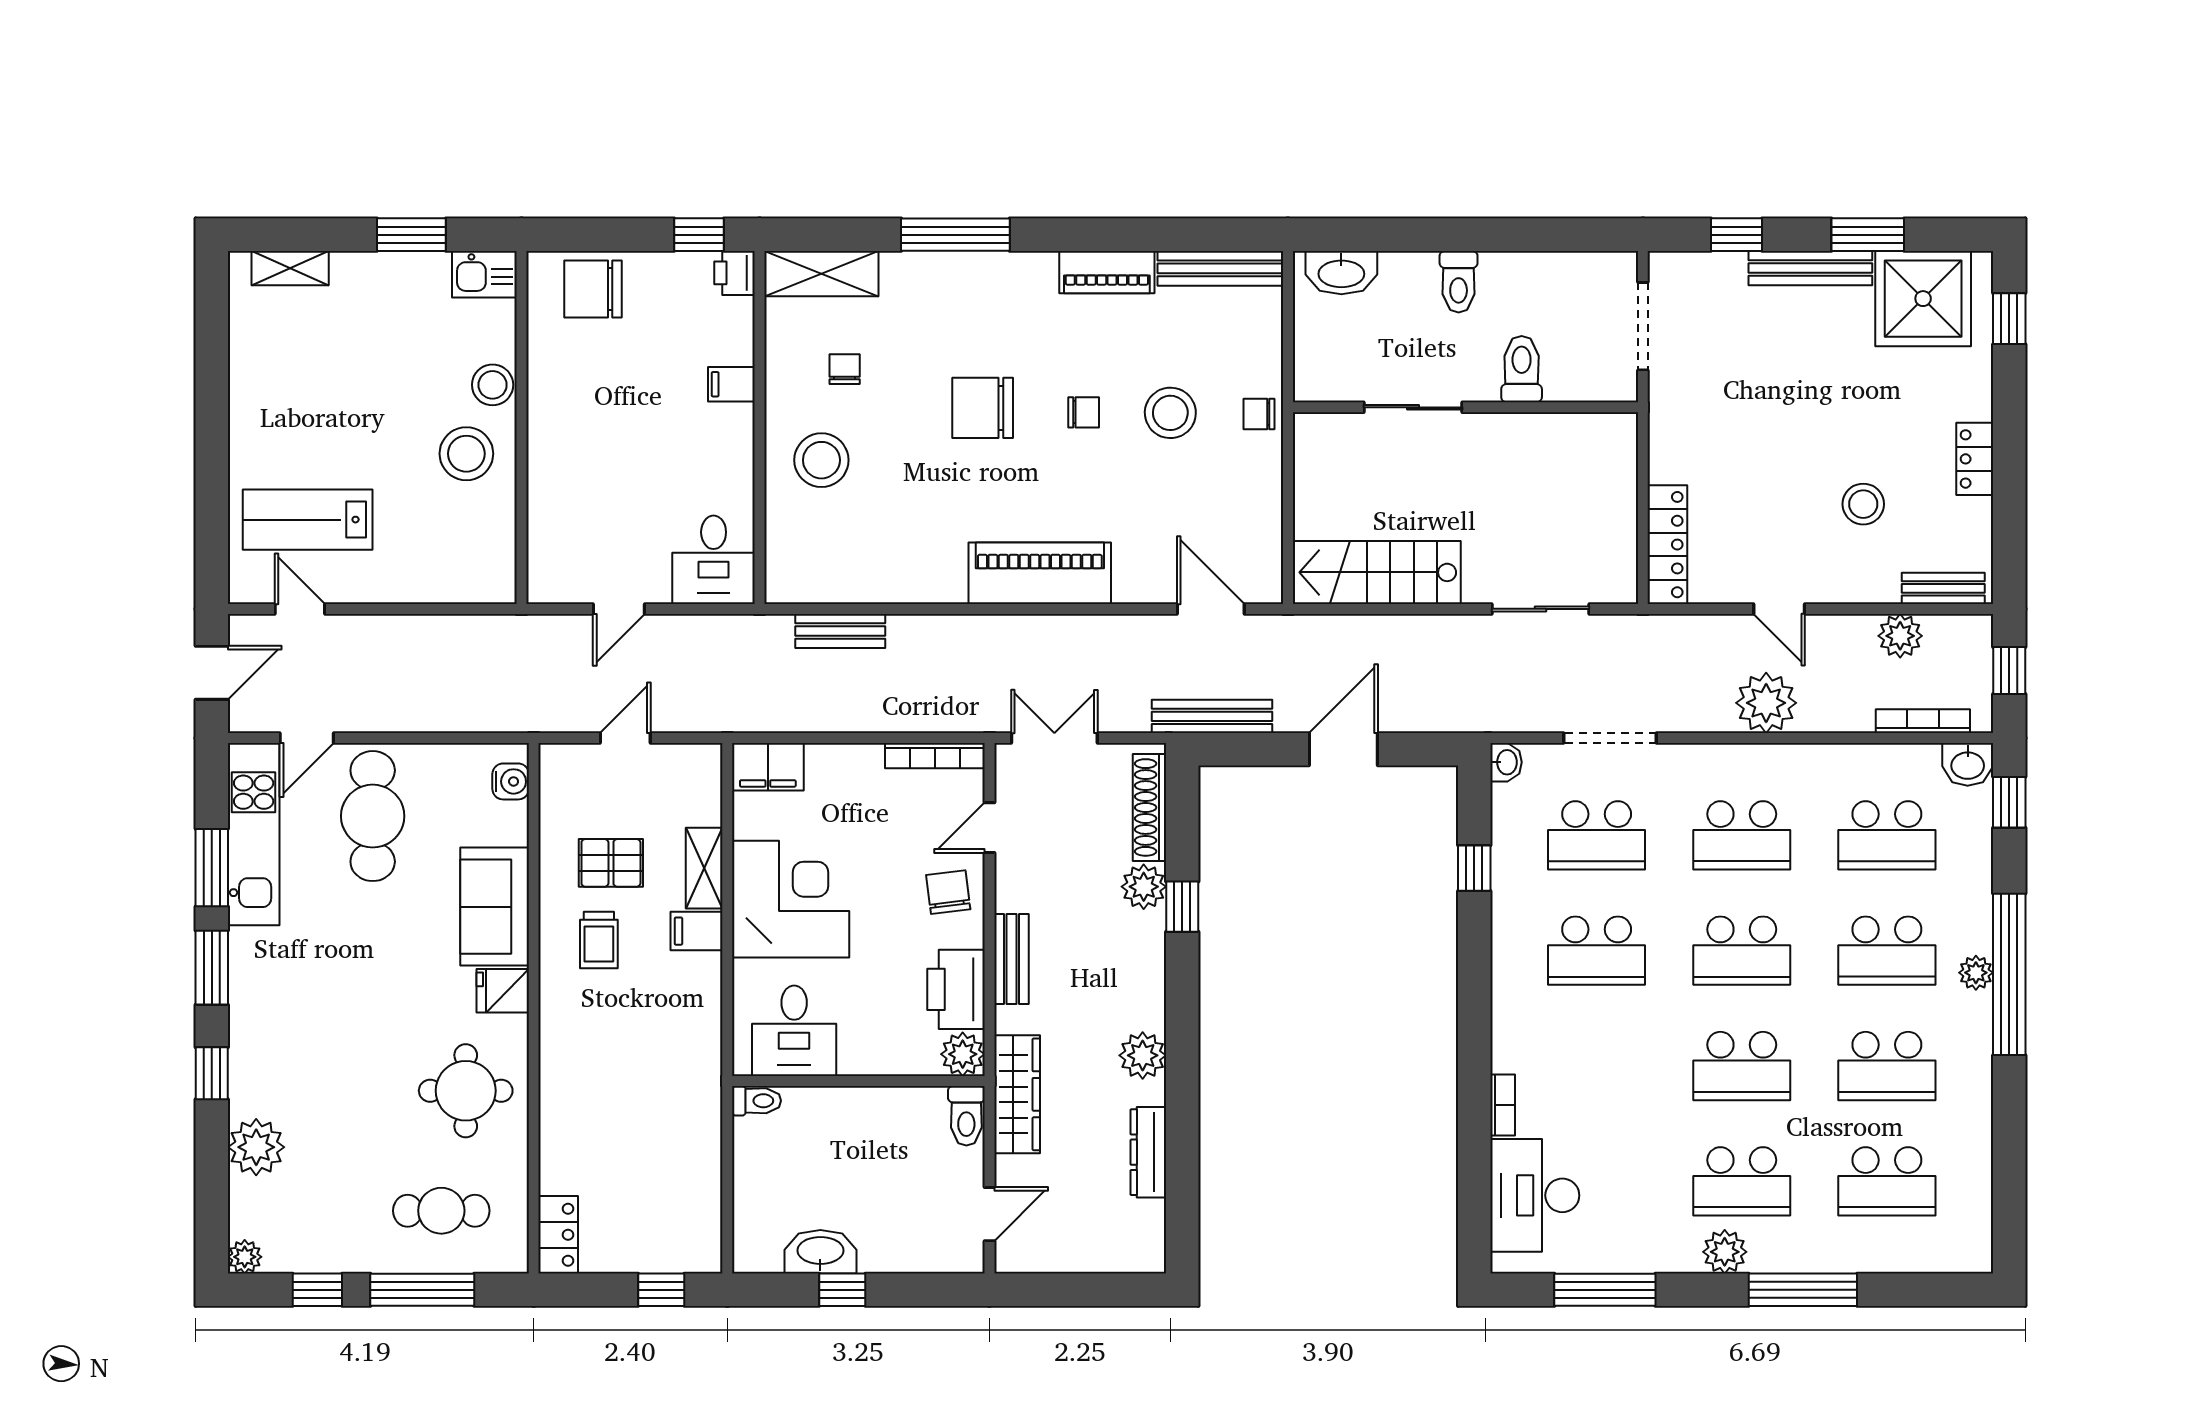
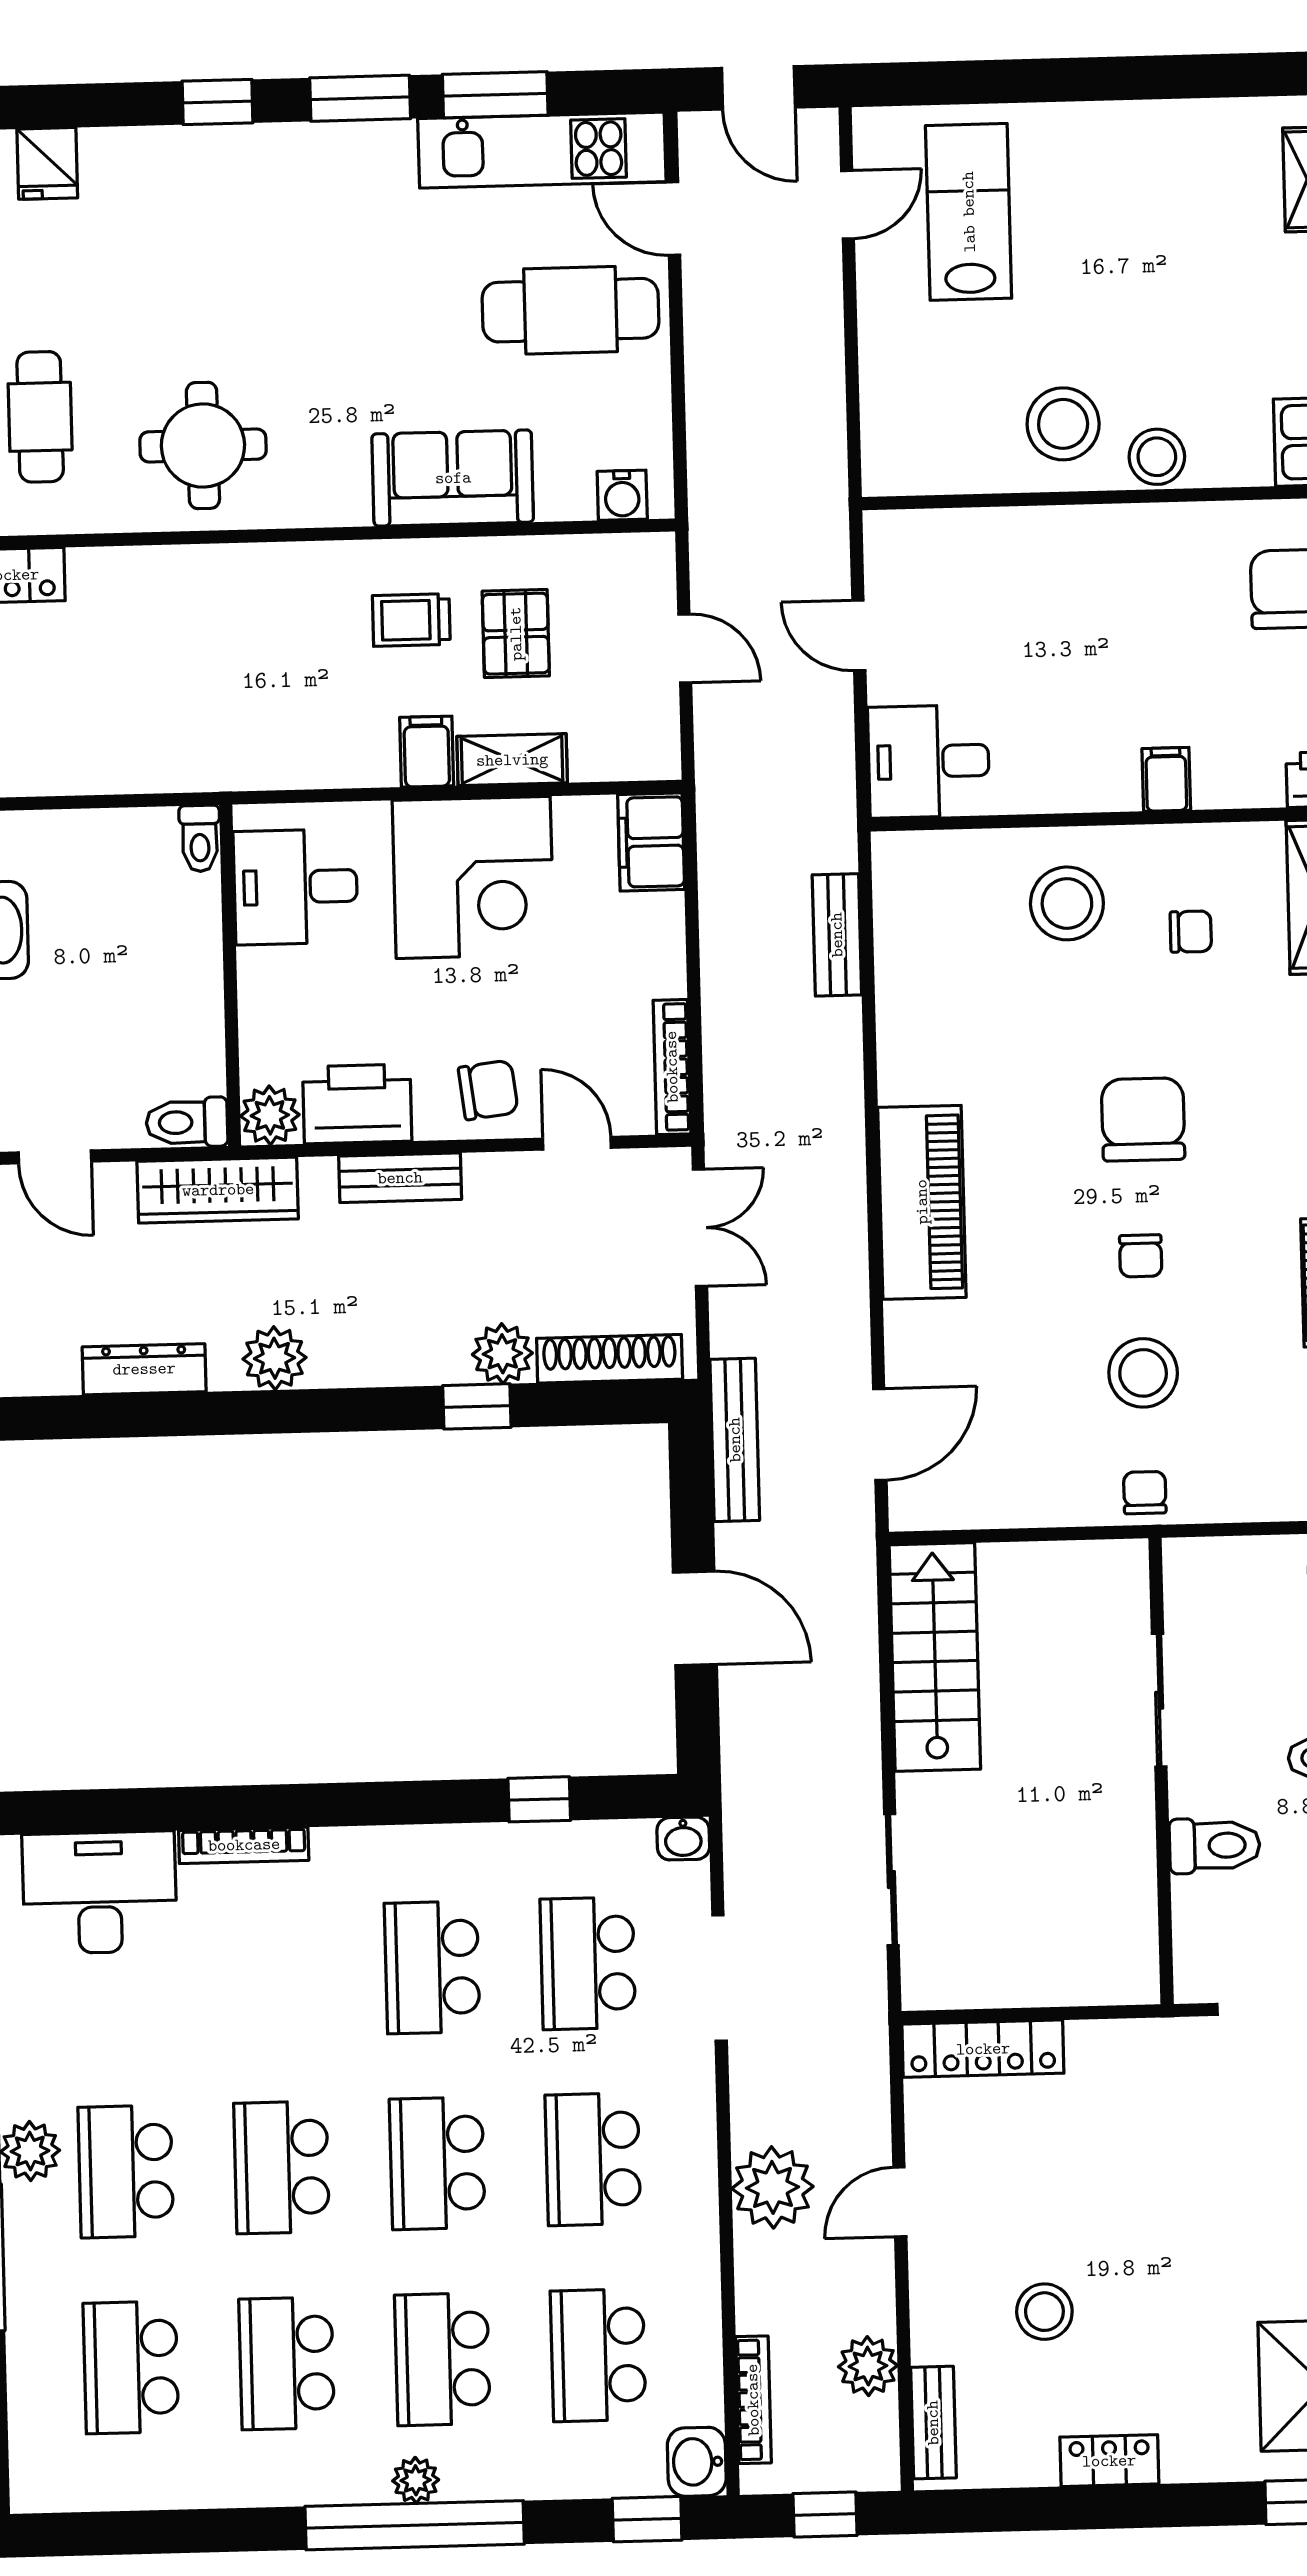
fridge: (503, 991) -> (47, 163), moved, turned 180
bookcase: (1503, 1105) -> (244, 1845), width x1.56
plant: (256, 1147) -> (119, 165), removed

